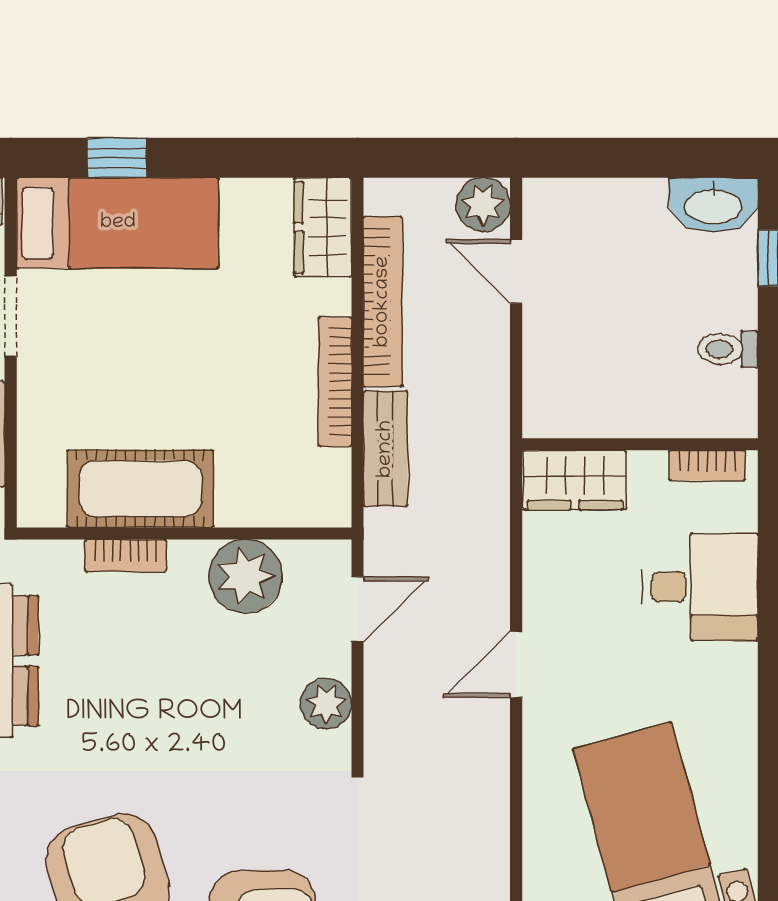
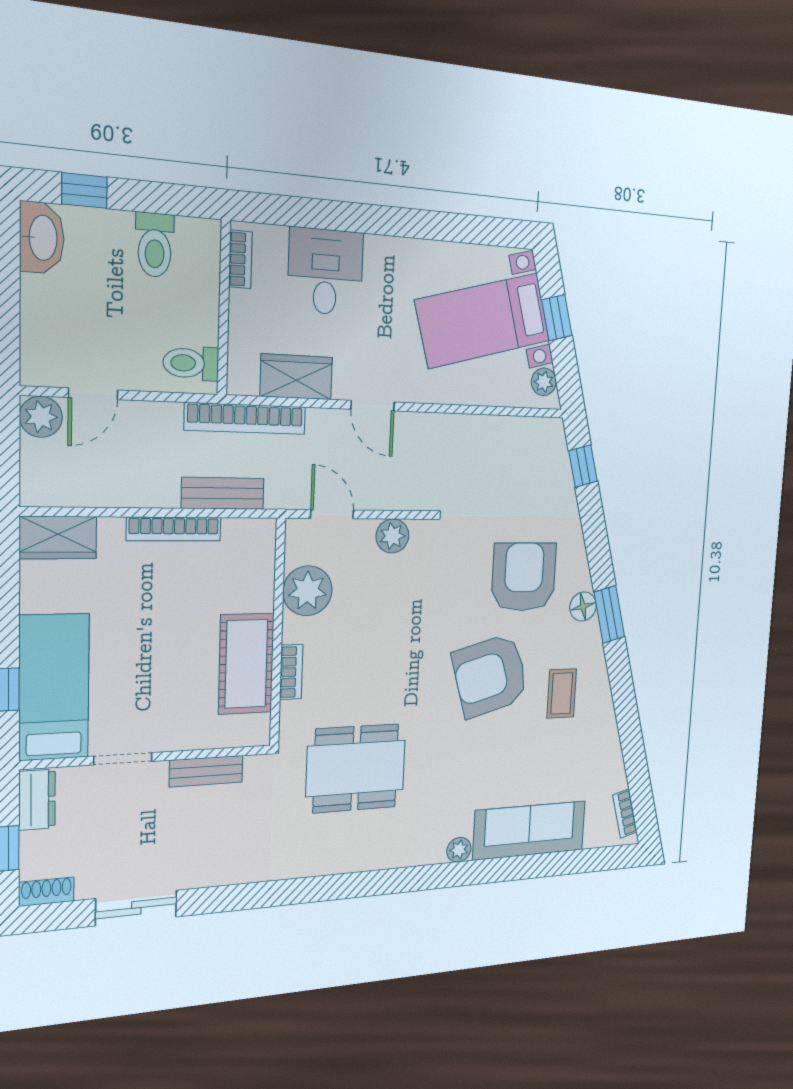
bookcase: (383, 302) -> (245, 419), moved, turned 180
toilet: (728, 349) -> (155, 245), width x1.37, depth x1.39
toilet: (563, 401) -> (191, 363), added
wardrobe: (575, 480) -> (296, 377), moved, turned -90

